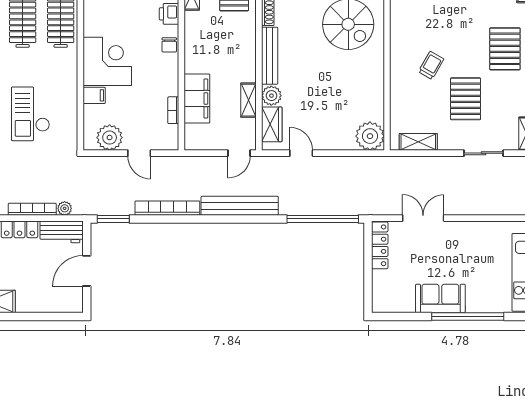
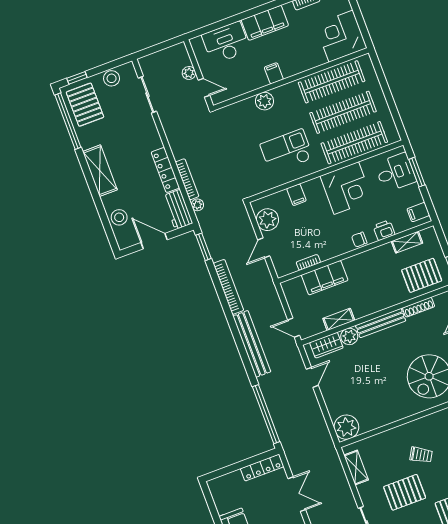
corner desk: (107, 61) -> (346, 188), moved
checkout: (30, 114) -> (287, 151), moved
stool: (46, 300) -> (119, 217), added

